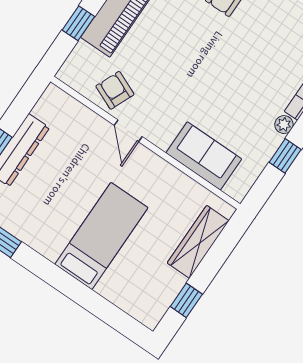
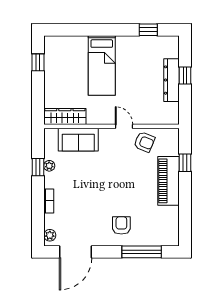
plant: (284, 125) -> (49, 166), moved
wardrobe: (198, 242) -> (65, 117), moved, turned -90

